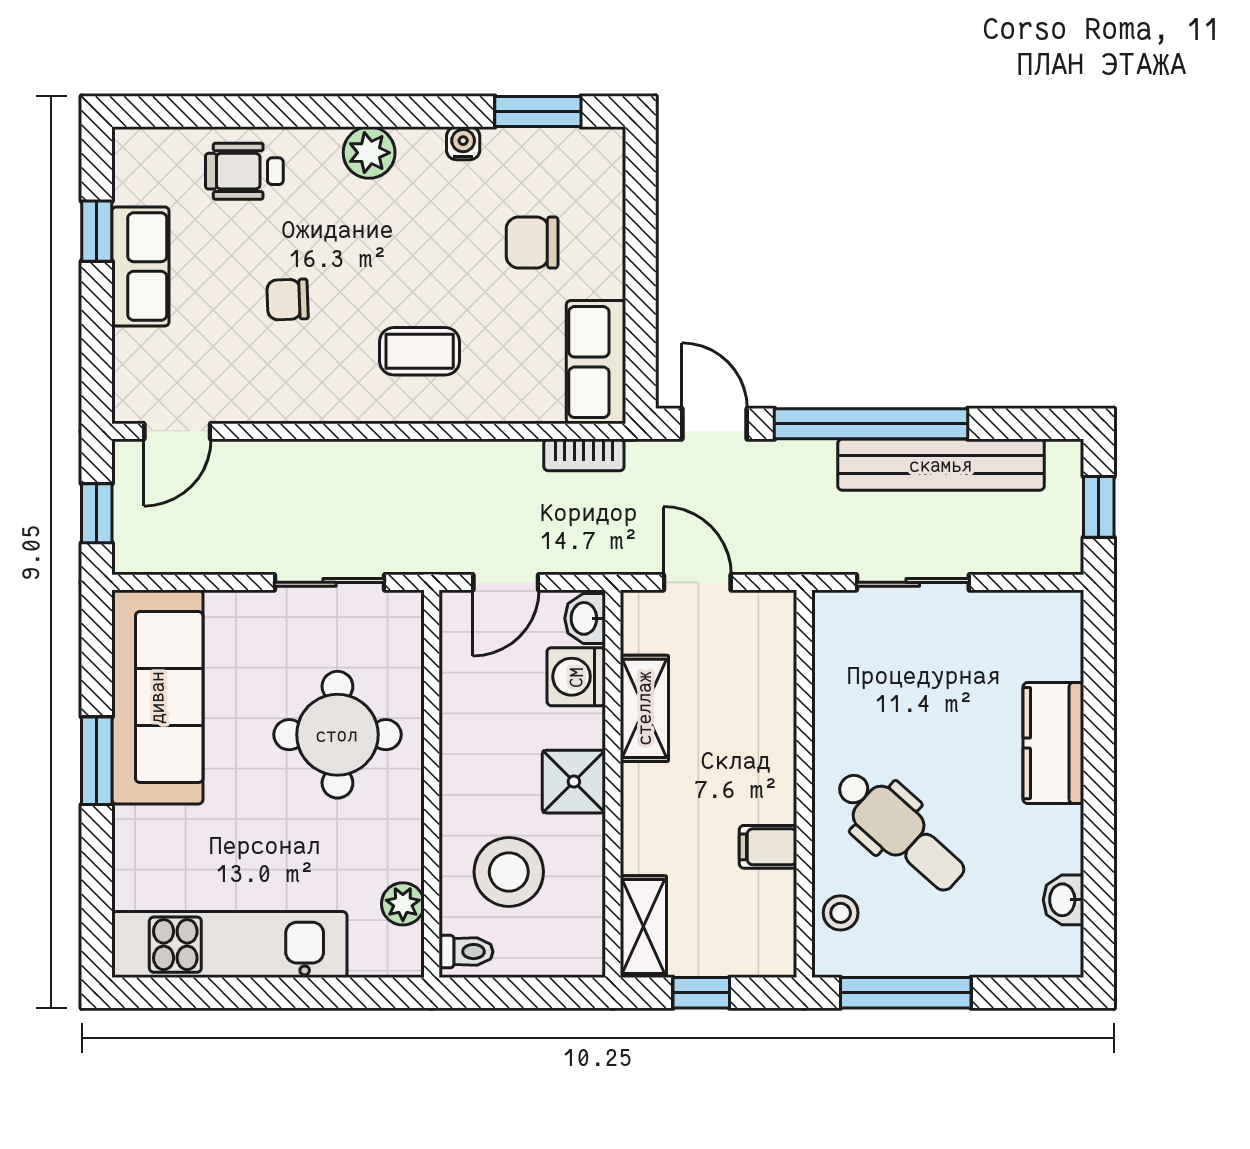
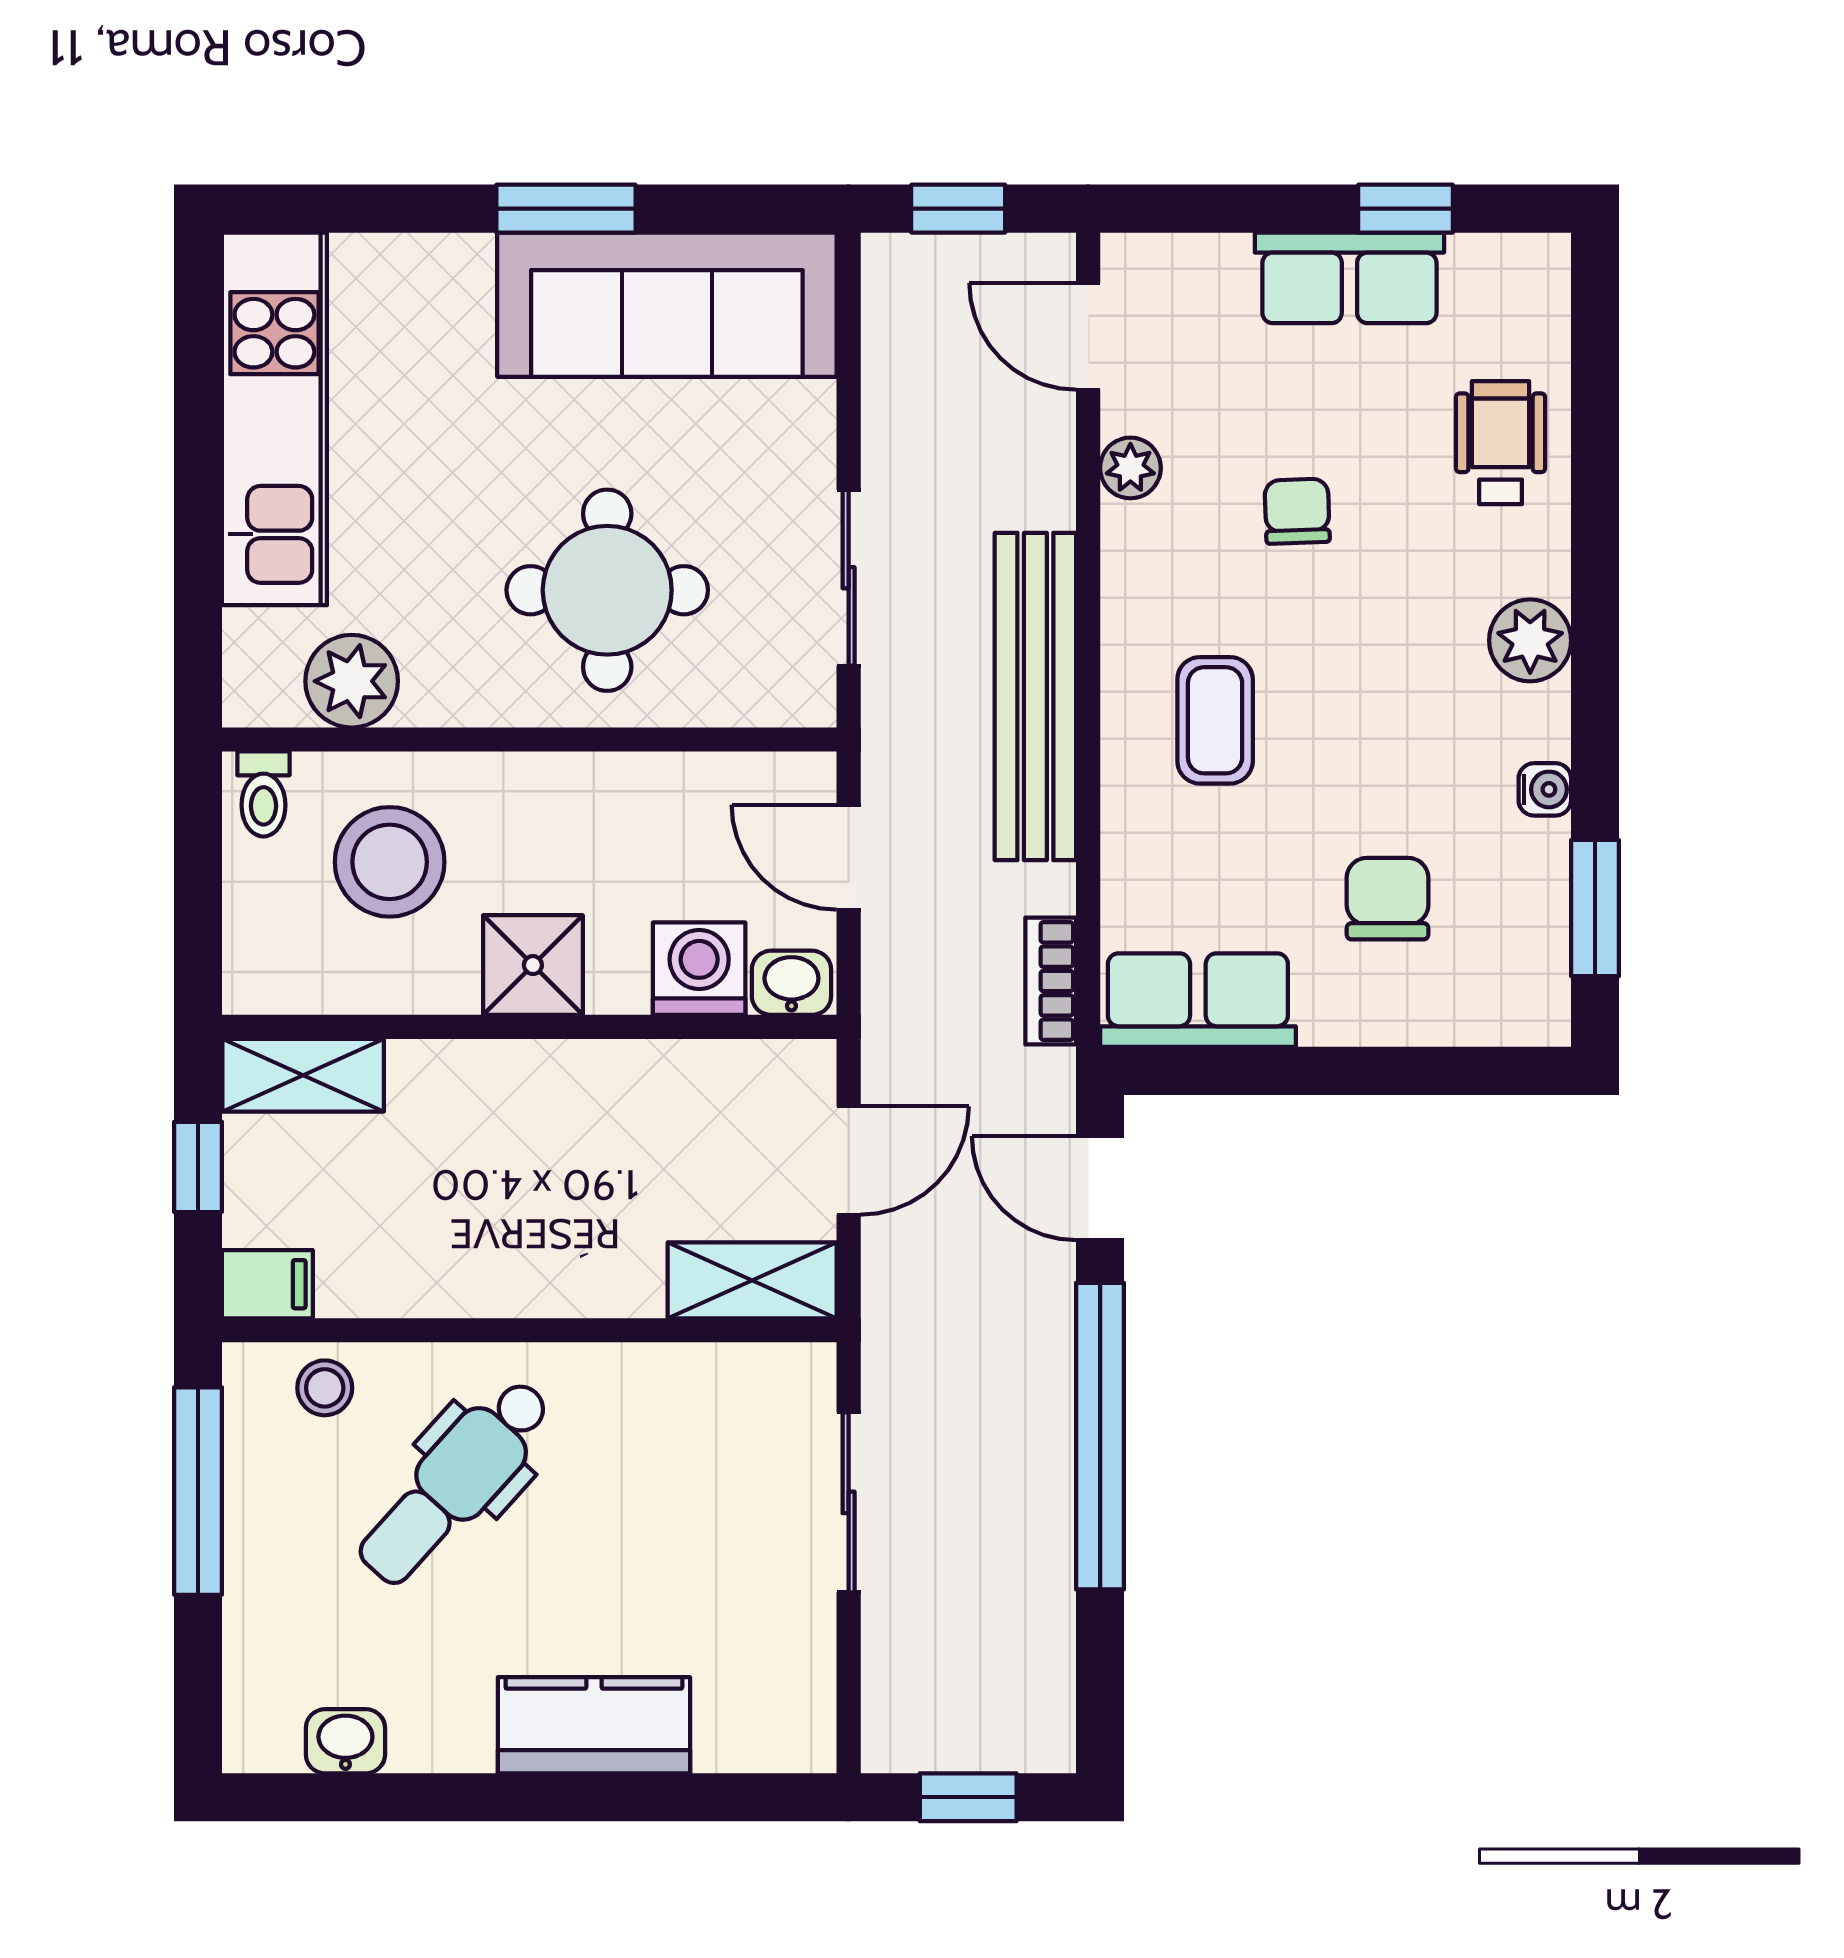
plant: (260, 405) -> (1130, 468), added
door: (715, 424) -> (1100, 1188), swing flipped
bench: (941, 465) -> (1035, 697), moved
shelving: (644, 708) -> (752, 1280), moved
filing cabinet: (768, 847) -> (267, 1284), moved, turned 90
plant: (403, 904) -> (352, 681), width x1.38, depth x1.38

